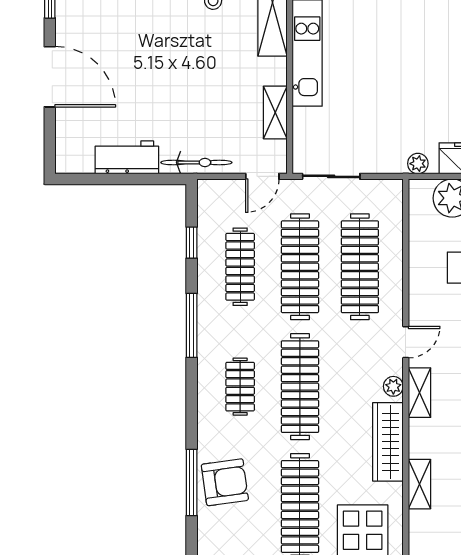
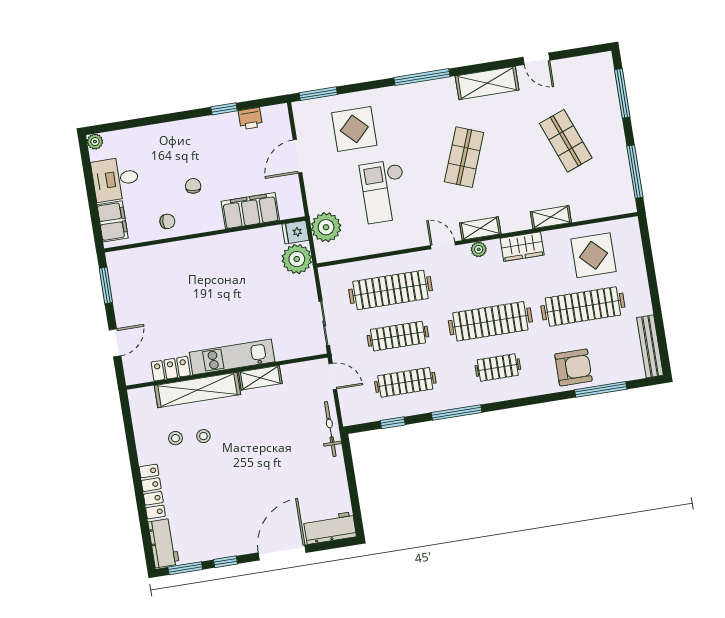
shelving: (275, 112) -> (260, 378), moved
workbench: (127, 157) -> (330, 528), moved, turned 90
plant: (418, 164) -> (297, 259), width x1.87, depth x1.87
clothes rail: (300, 267) -> (398, 336), width x0.73, depth x0.76
wardrobe: (388, 442) -> (522, 247), width x0.67
window: (192, 482) -> (601, 389), moved
armchair: (225, 482) -> (573, 367), turned 98

